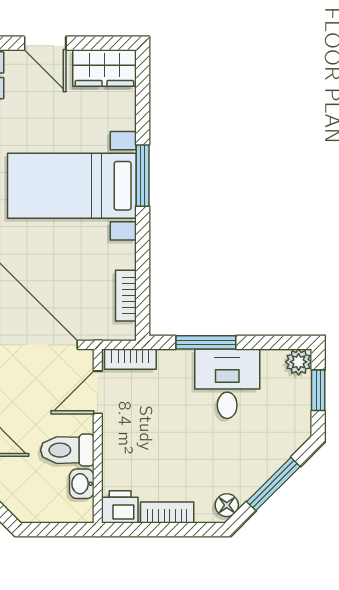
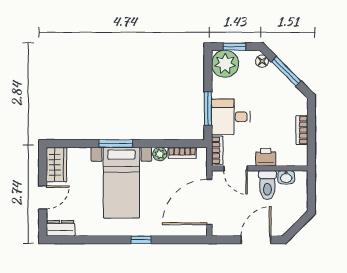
plant: (124, 255) -> (160, 154), added
plant: (299, 362) -> (225, 64), width x1.87, depth x1.87
desk: (227, 384) -> (231, 117), moved
floor lamp: (227, 505) -> (262, 61), moved
printer: (120, 507) -> (266, 157), moved, turned 90

